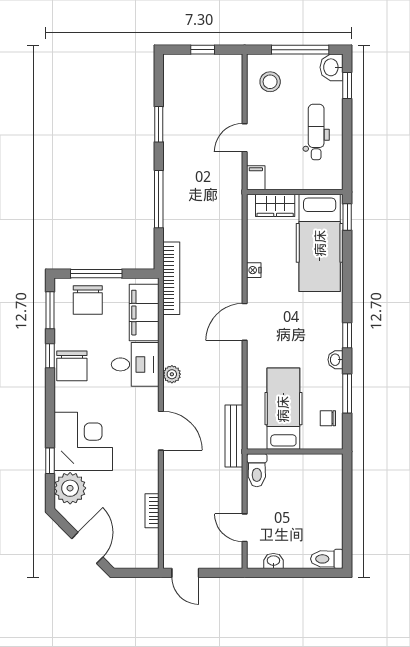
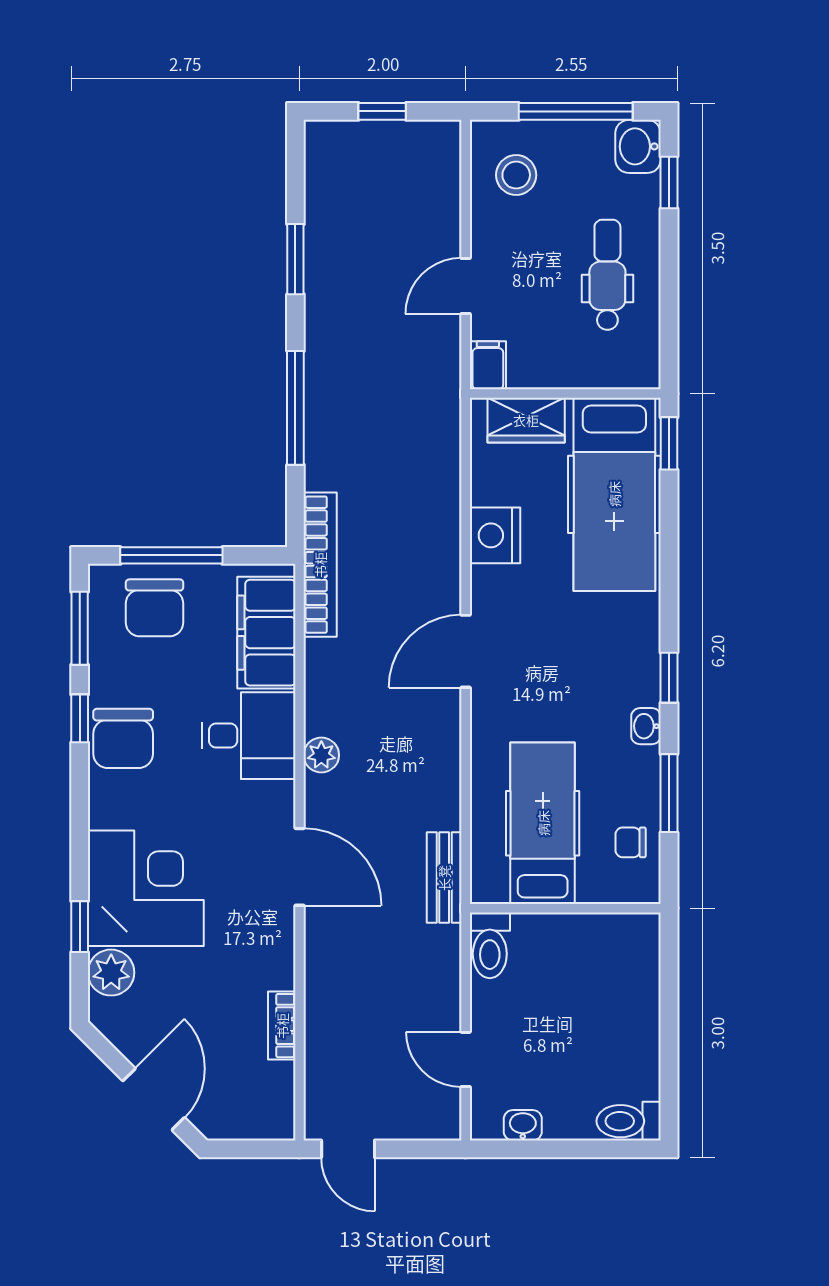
nightstand: (254, 270) -> (495, 535), width x1.89, depth x1.79
bench: (234, 436) -> (444, 878), width x0.73
plant: (70, 488) -> (111, 973), width x0.73, depth x0.73

